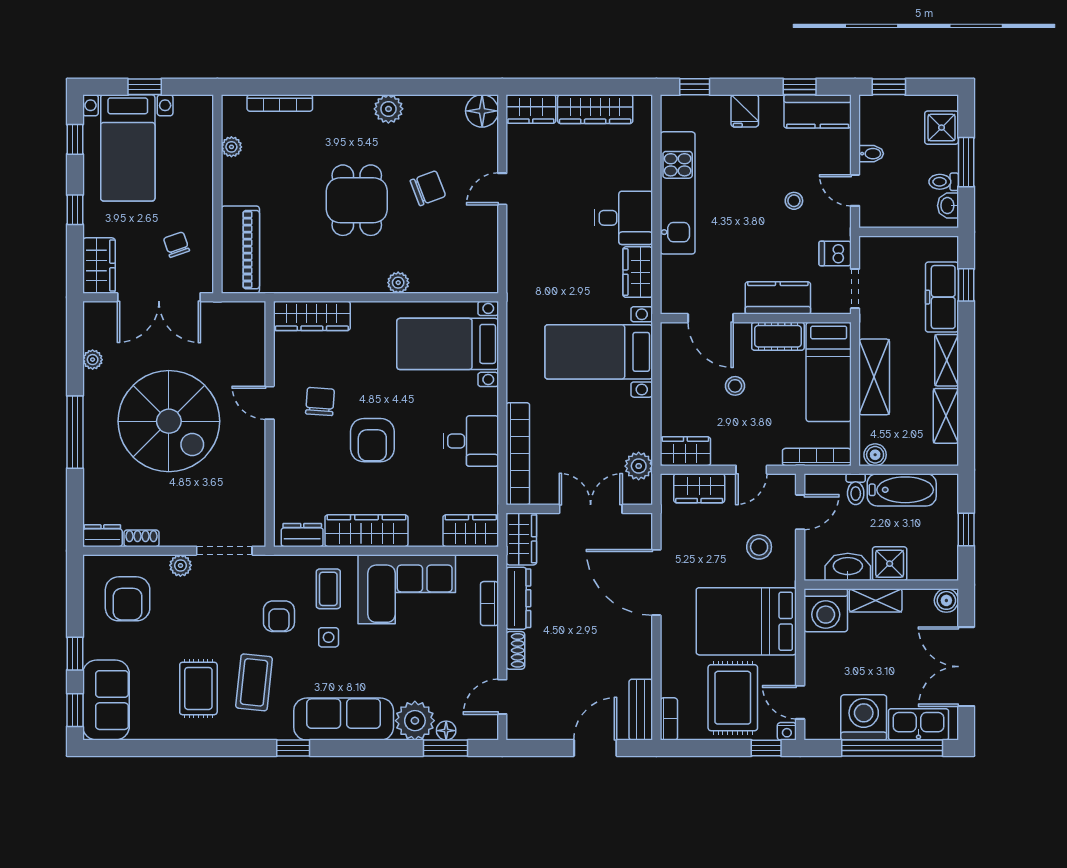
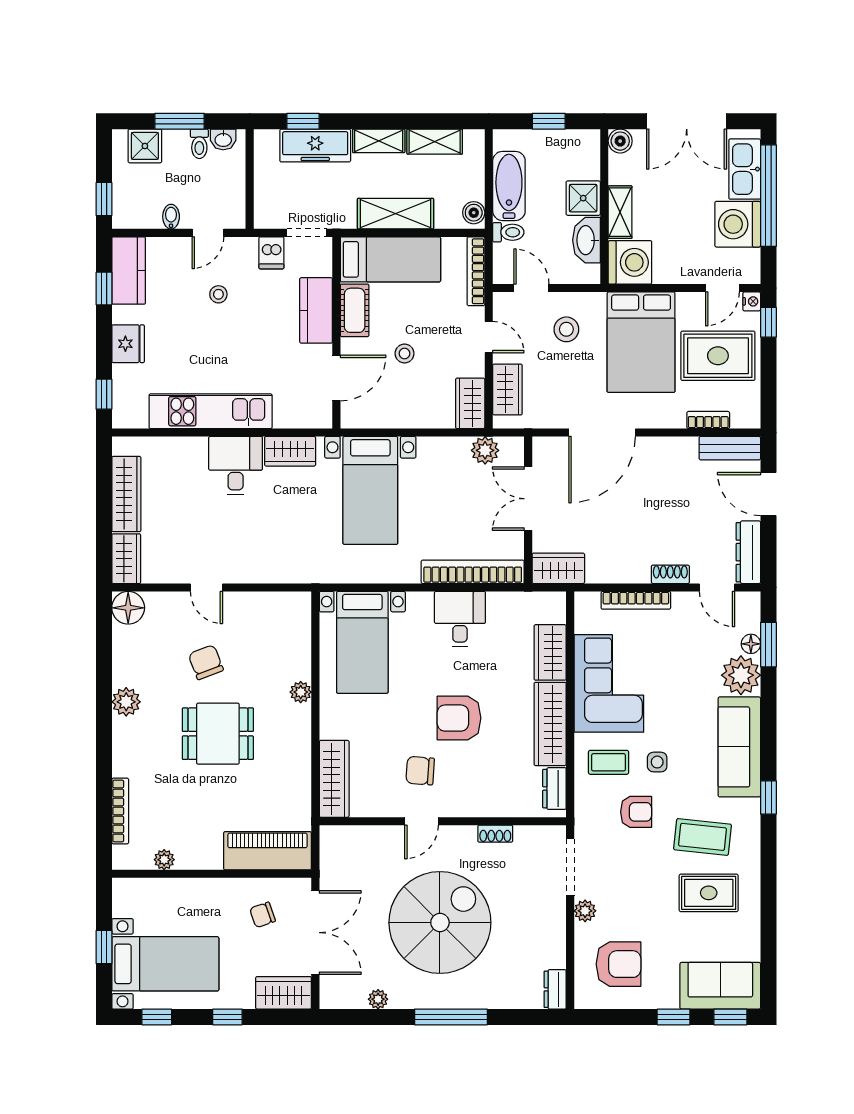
fridge: (745, 111) -> (128, 344), width x1.38
armchair: (372, 440) -> (459, 718), turned 180
wardrobe: (471, 531) -> (550, 652), moved
shoe rack: (142, 538) -> (495, 834), moved, turned -90
dresser: (518, 598) -> (748, 552), moved, turned -90
bookcase: (489, 604) -> (636, 600), width x1.56
bookcase: (669, 719) -> (708, 420), moved

